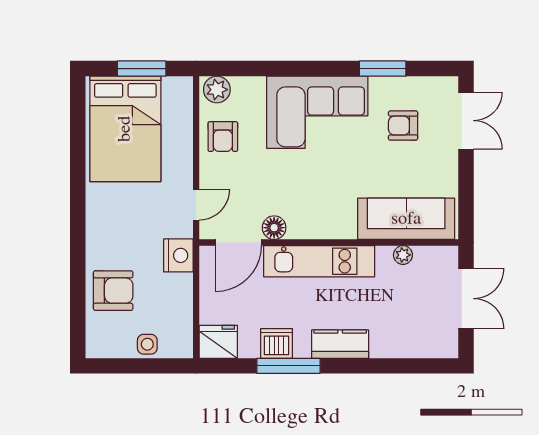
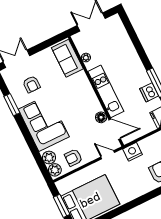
plant: (246, 90) -> (49, 158), added
armchair: (223, 137) -> (73, 158), turned 180
sofa: (406, 219) -> (67, 58), width x0.73
kitchen counter: (340, 344) -> (136, 65), removed

